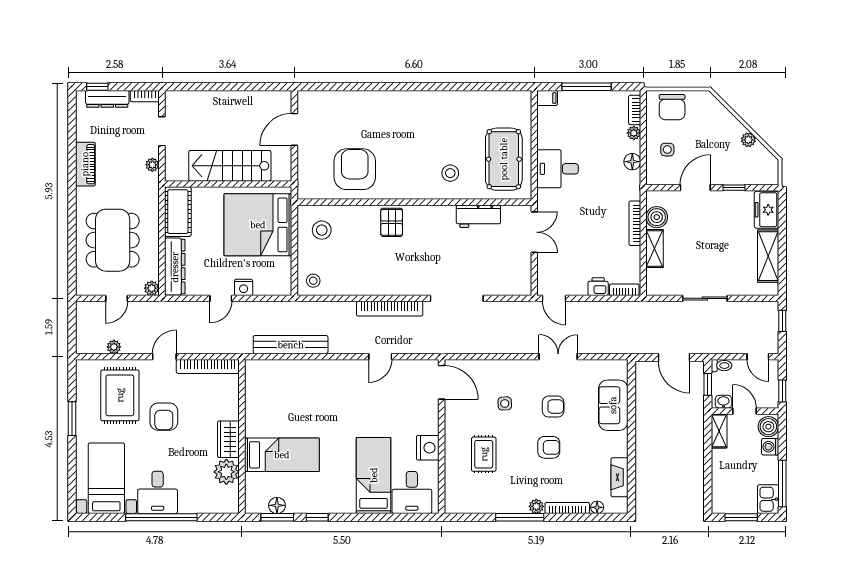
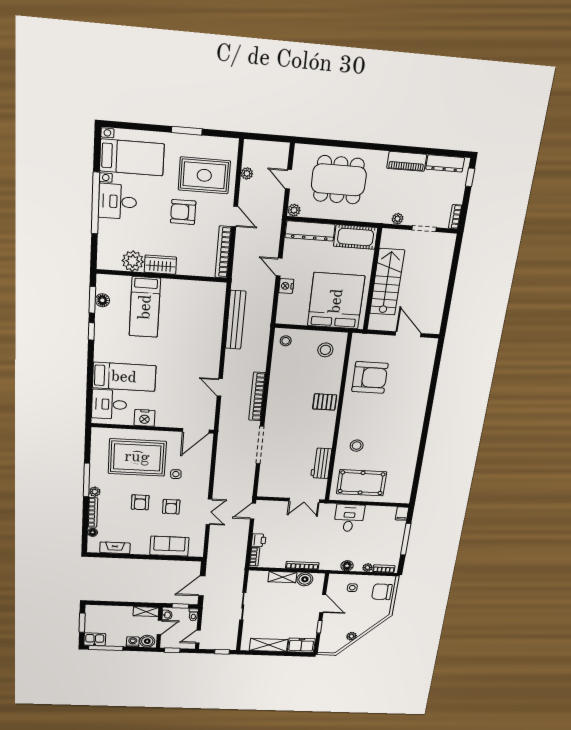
dresser: (107, 99) -> (445, 163), moved, turned -90
rug: (484, 454) -> (137, 457), width x1.86, depth x2.06

